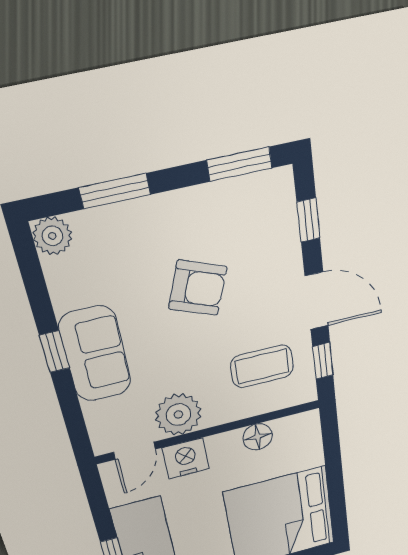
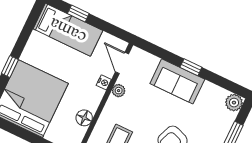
plant: (178, 415) -> (119, 91), width x0.53, depth x0.53
nightstand: (186, 458) -> (104, 82), width x0.53, depth x0.56

